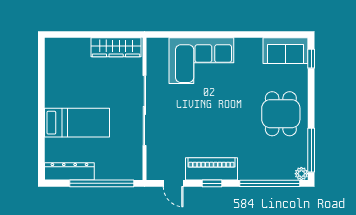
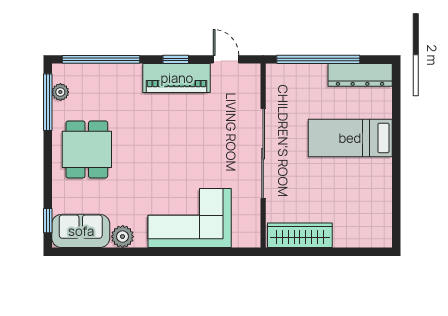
plant: (253, 46) -> (123, 237), added
plant: (301, 174) -> (60, 92), moved

